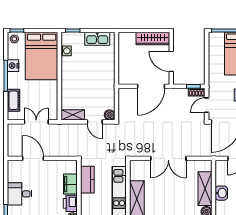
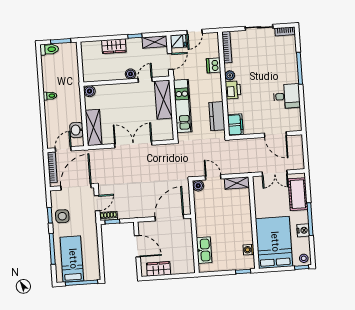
kitchen sink: (97, 39) -> (204, 250), moved, turned 90
wardrobe: (153, 39) -> (159, 269), width x0.67
door: (151, 86) -> (169, 218), moved
cot: (14, 100) -> (298, 194), width x1.37, depth x1.34
filing cabinet: (70, 184) -> (235, 125), moved
shelving: (205, 189) -> (94, 127), moved
washbasin: (221, 193) -> (77, 130), moved

